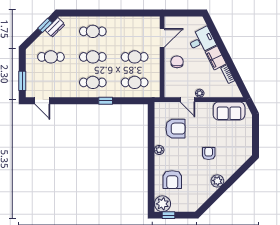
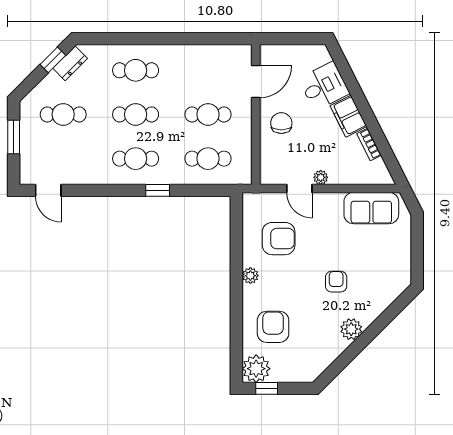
window: (22, 81) -> (14, 137), moved
armchair: (172, 180) -> (273, 327), turned 180

